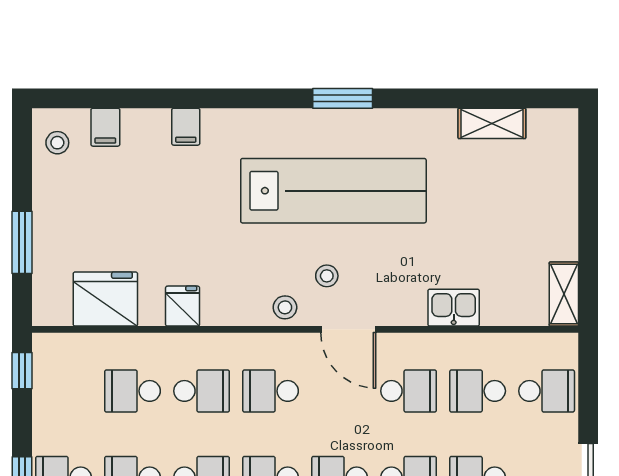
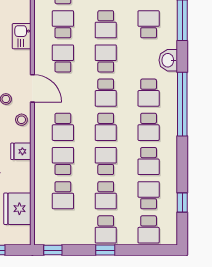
fridge: (183, 306) -> (21, 151), moved
door: (348, 329) -> (32, 88), hinge flipped
school desk: (478, 391) -> (63, 24), turned 180

